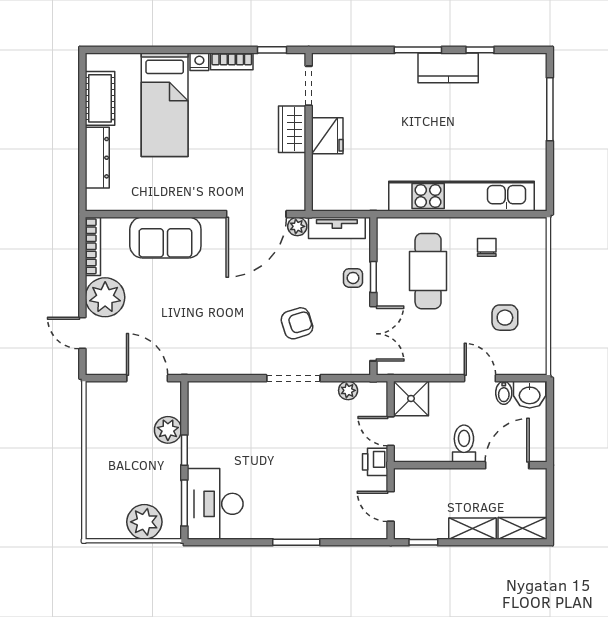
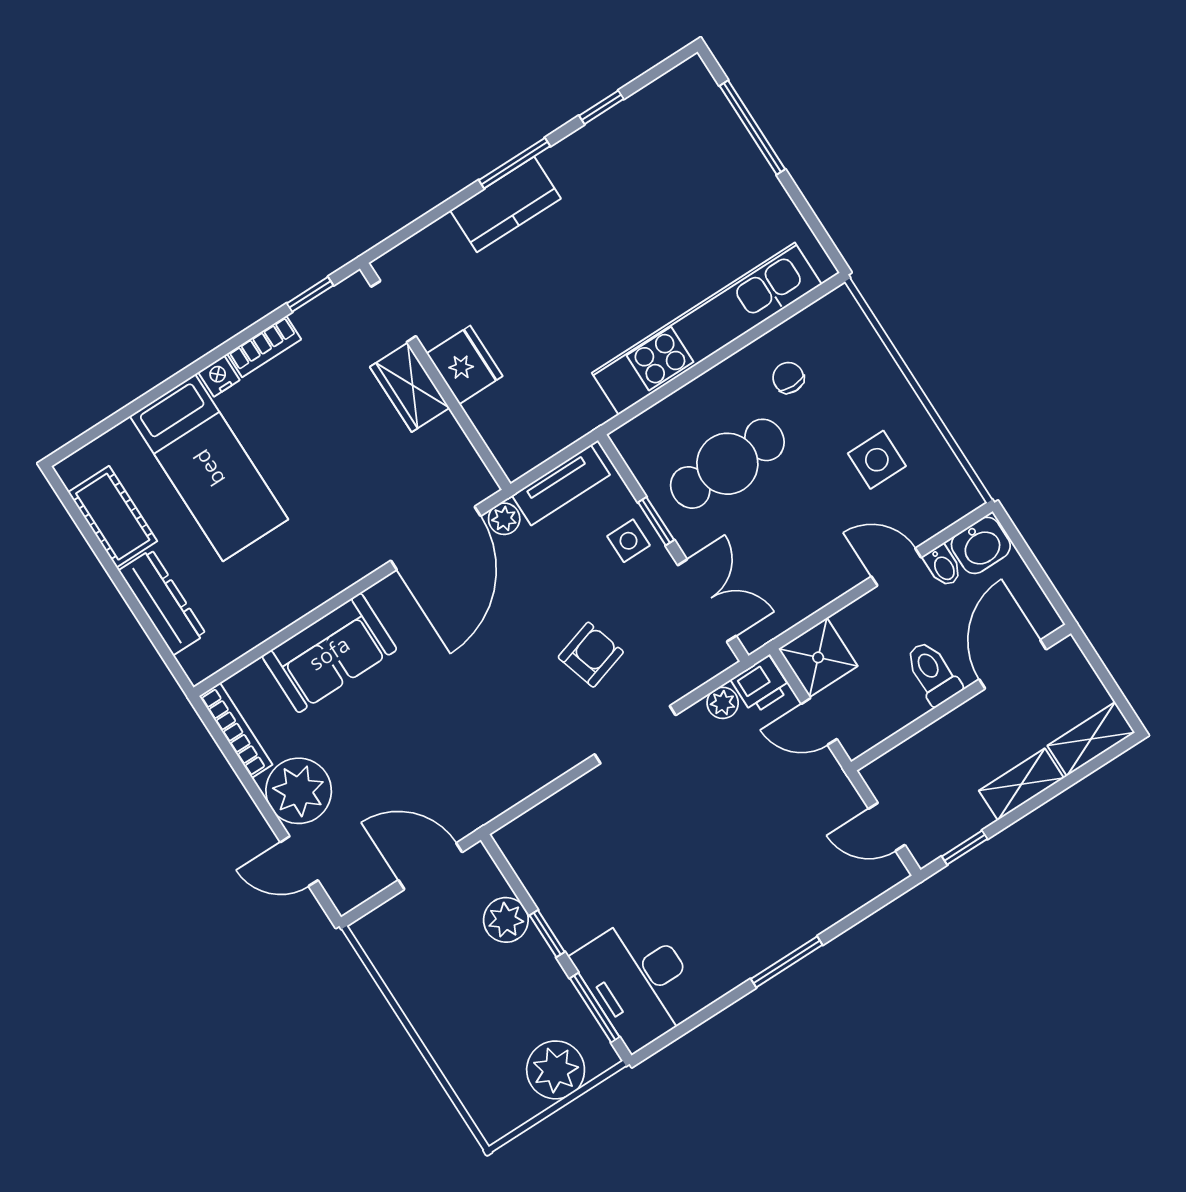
kitchen counter: (448, 68) -> (505, 204), moved
cafe table: (428, 271) -> (727, 464), turned 90
printer: (375, 462) -> (761, 685), moved, turned -90

